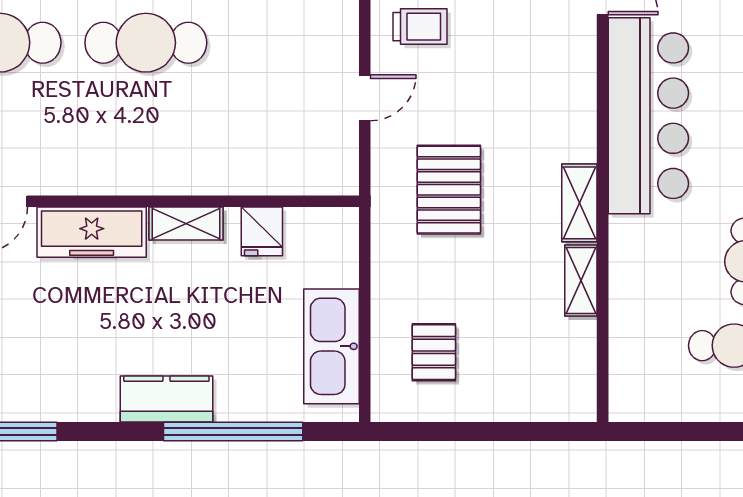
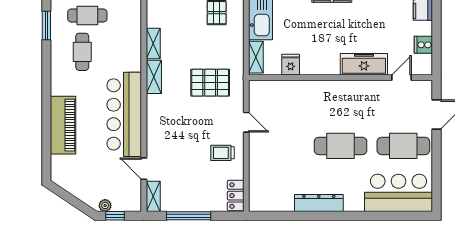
door: (365, 98) -> (246, 122), swing flipped
pallet: (449, 190) -> (210, 83), turned 90
shelving: (186, 224) -> (256, 57), moved, turned 90

